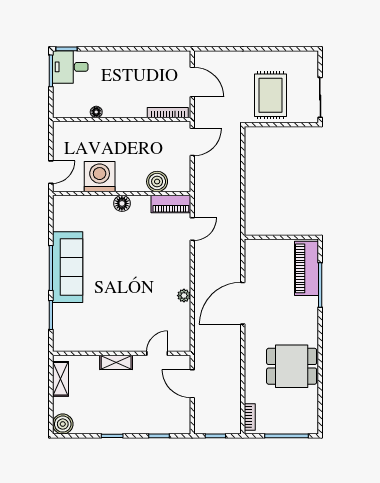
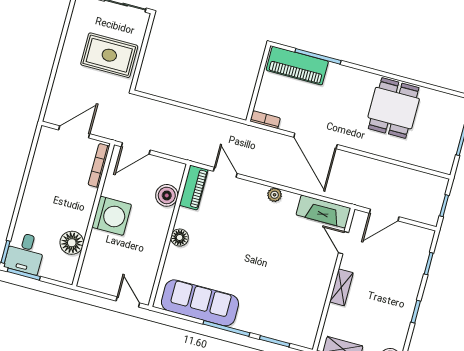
floor lamp: (96, 112) -> (72, 243), width x1.89, depth x1.89
door: (192, 142) -> (136, 148), swing flipped
washing machine: (100, 177) -> (112, 216), moved, turned 180
sofa: (68, 267) -> (200, 303), moved
plant: (184, 296) -> (275, 195), moved
fireplace: (181, 328) -> (323, 211), added
bookcase: (250, 417) -> (265, 120), moved

